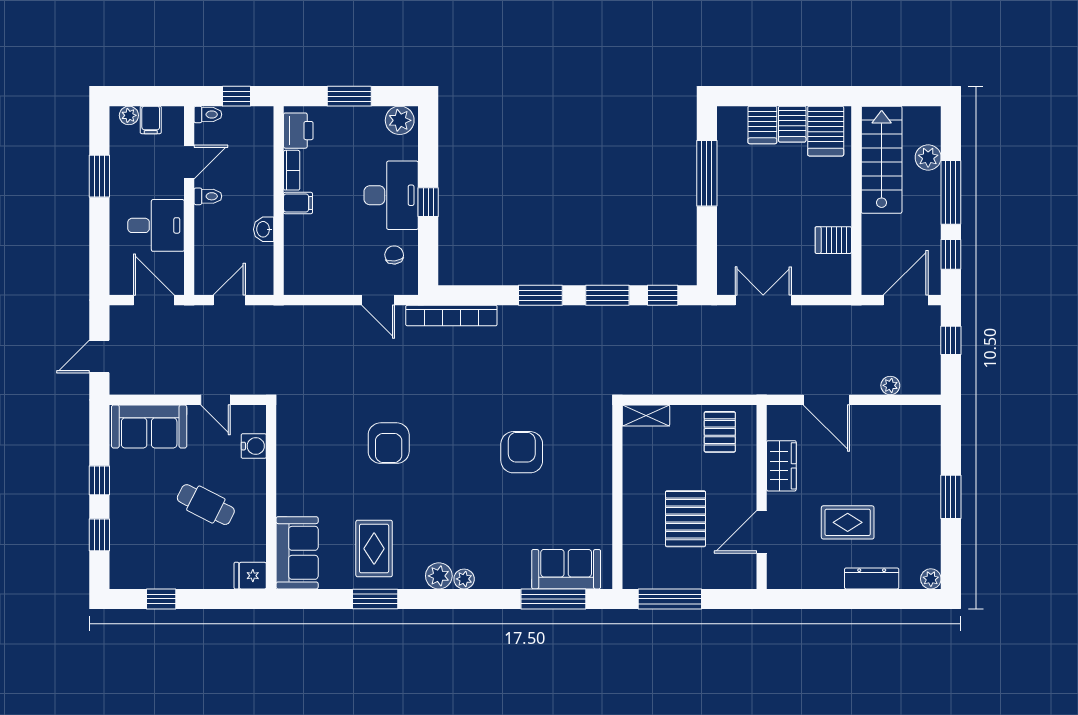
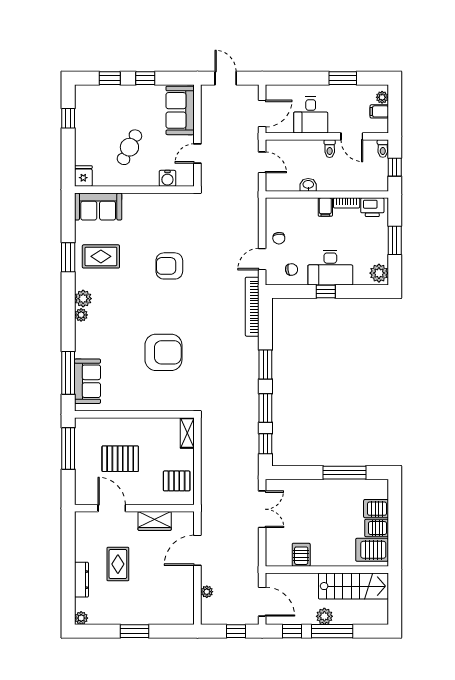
plant: (928, 157) -> (324, 616), moved
chair: (346, 275) -> (279, 238), added
armchair: (522, 452) -> (163, 352), width x1.36, depth x1.36

